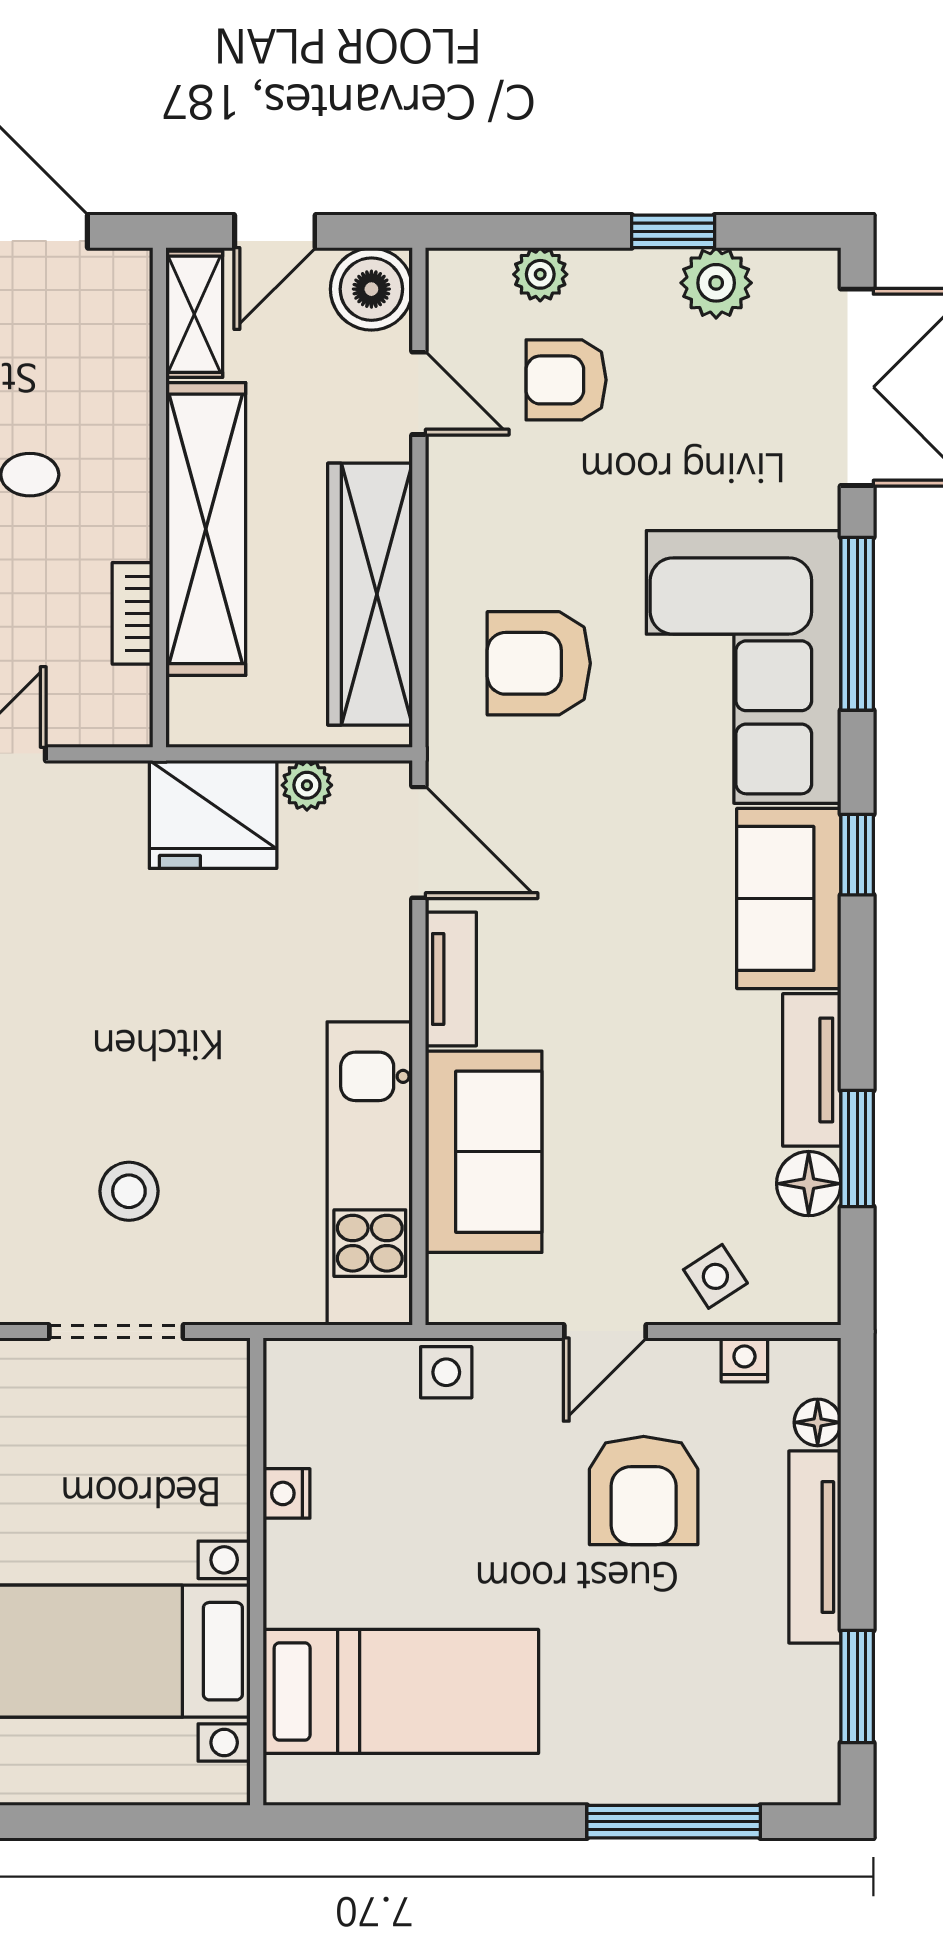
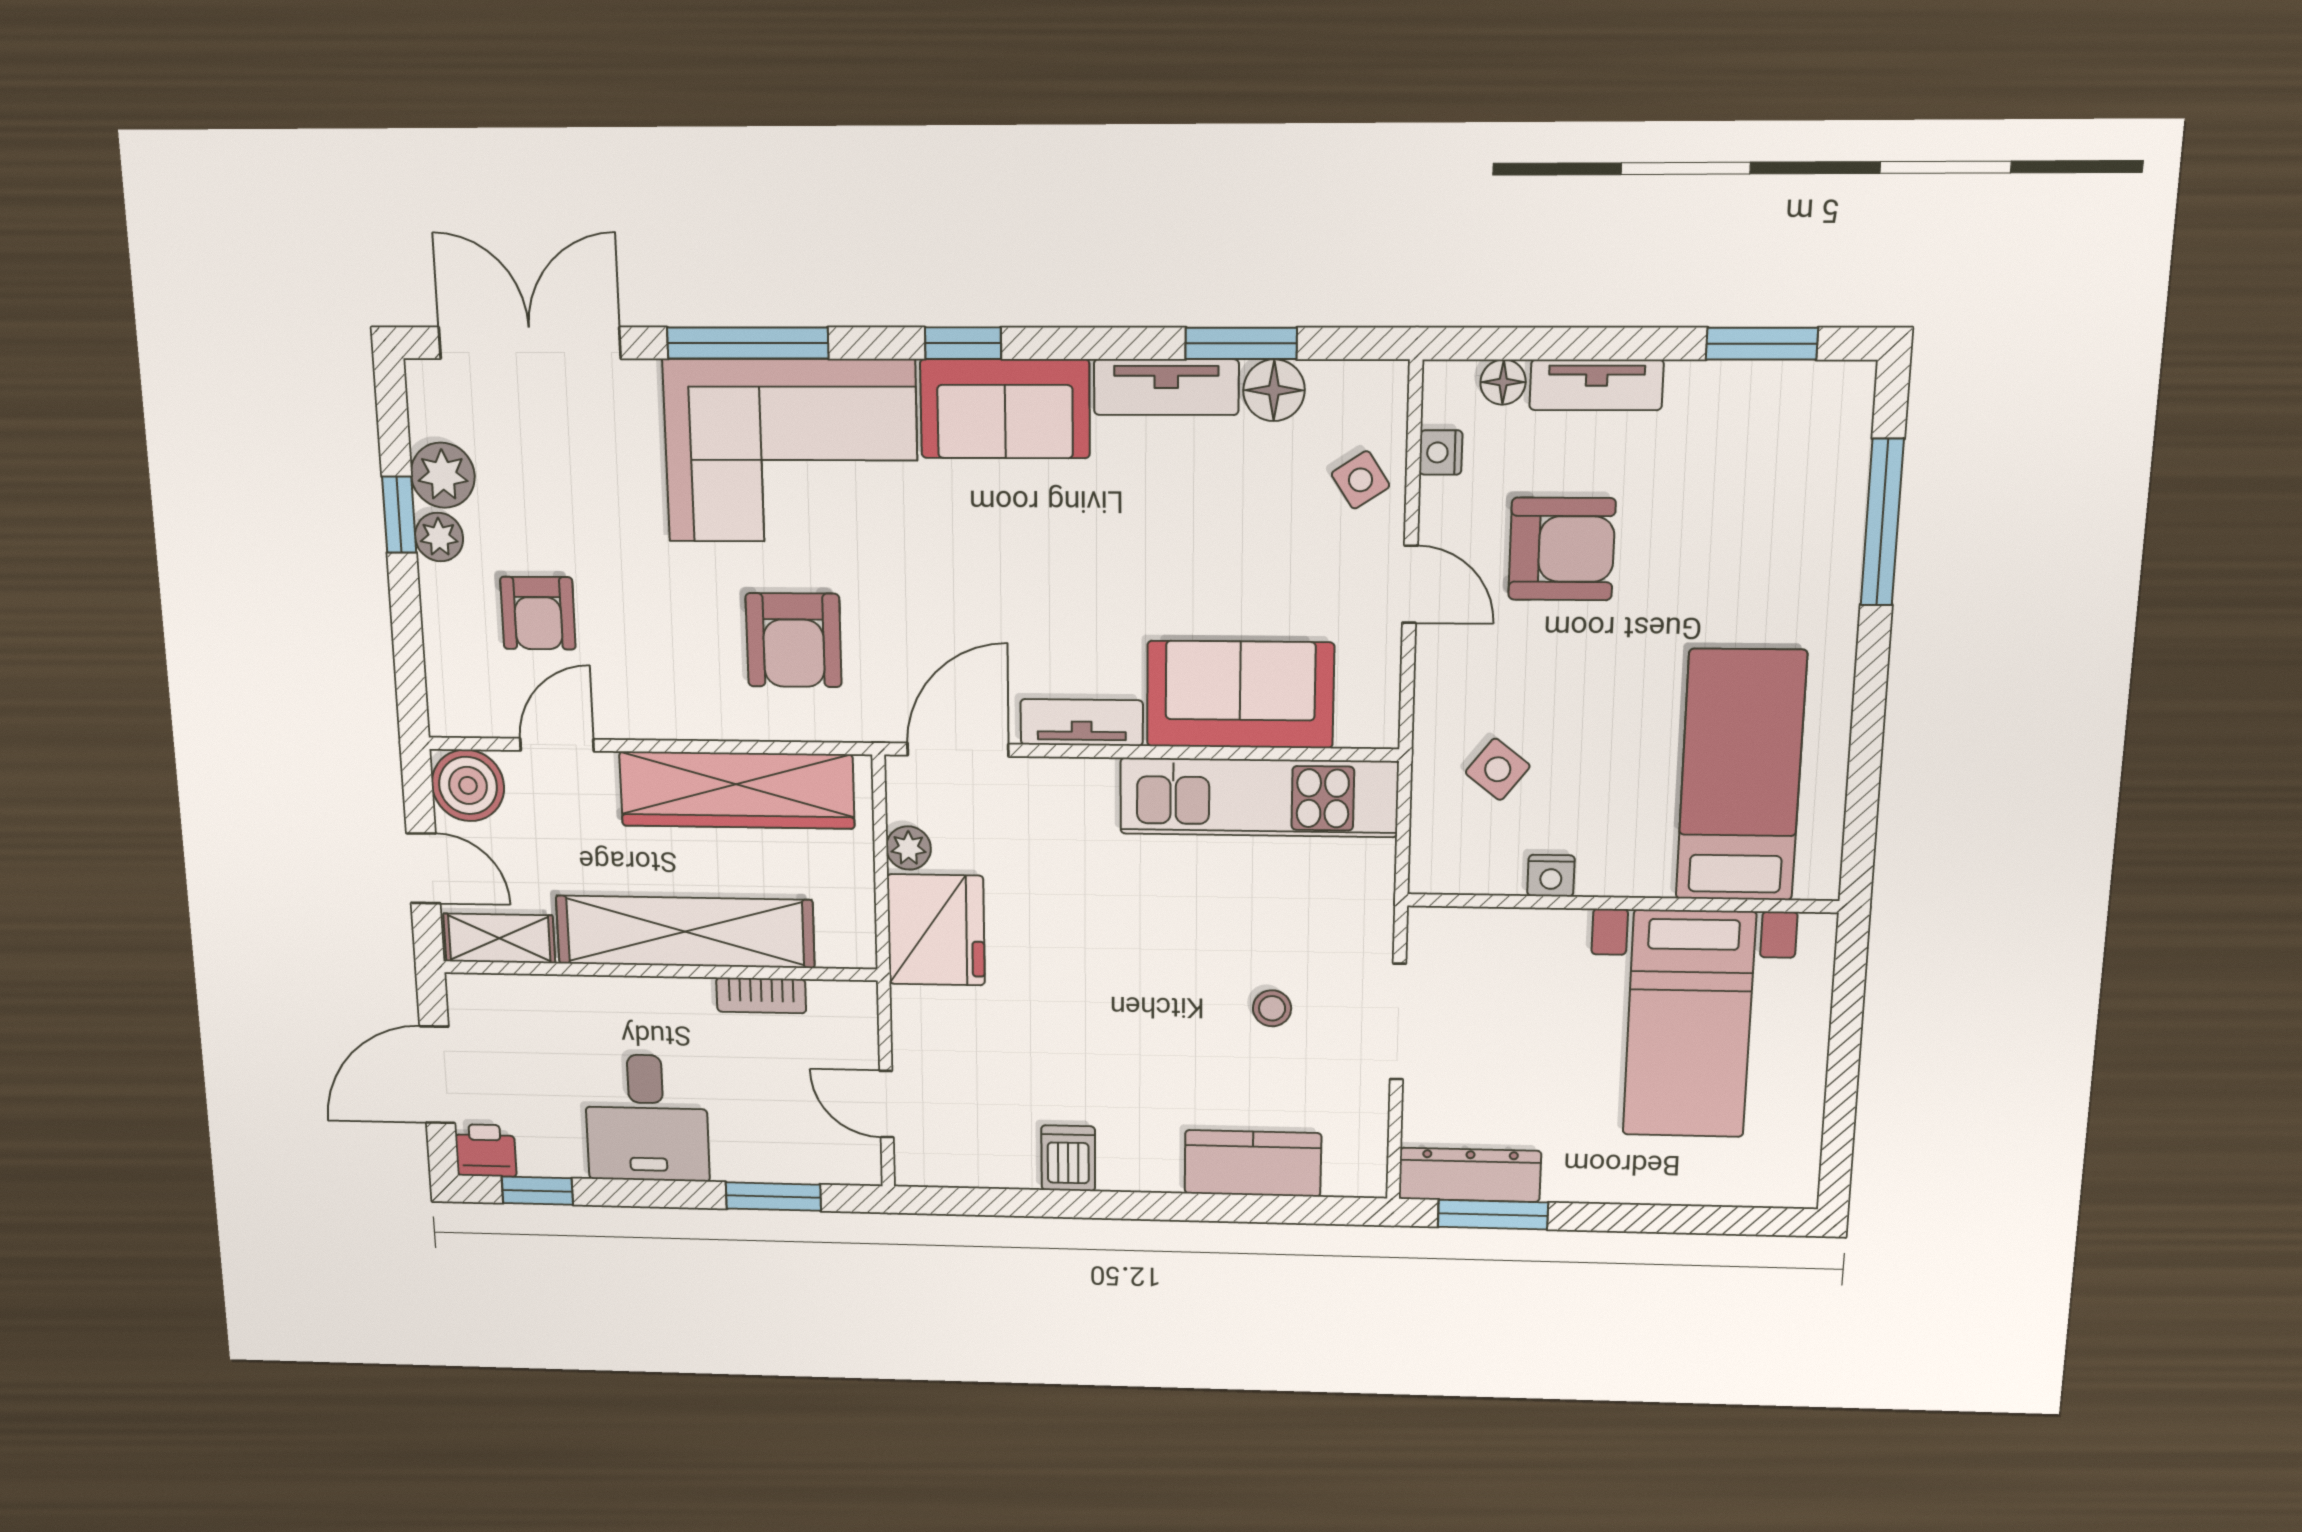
plant: (540, 274) -> (439, 537), moved
stool: (129, 1191) -> (1272, 1008), width x0.73, depth x0.73
side table: (446, 1372) -> (1498, 769), moved, turned 38
tv unit: (815, 1547) -> (1596, 385), width x0.71

